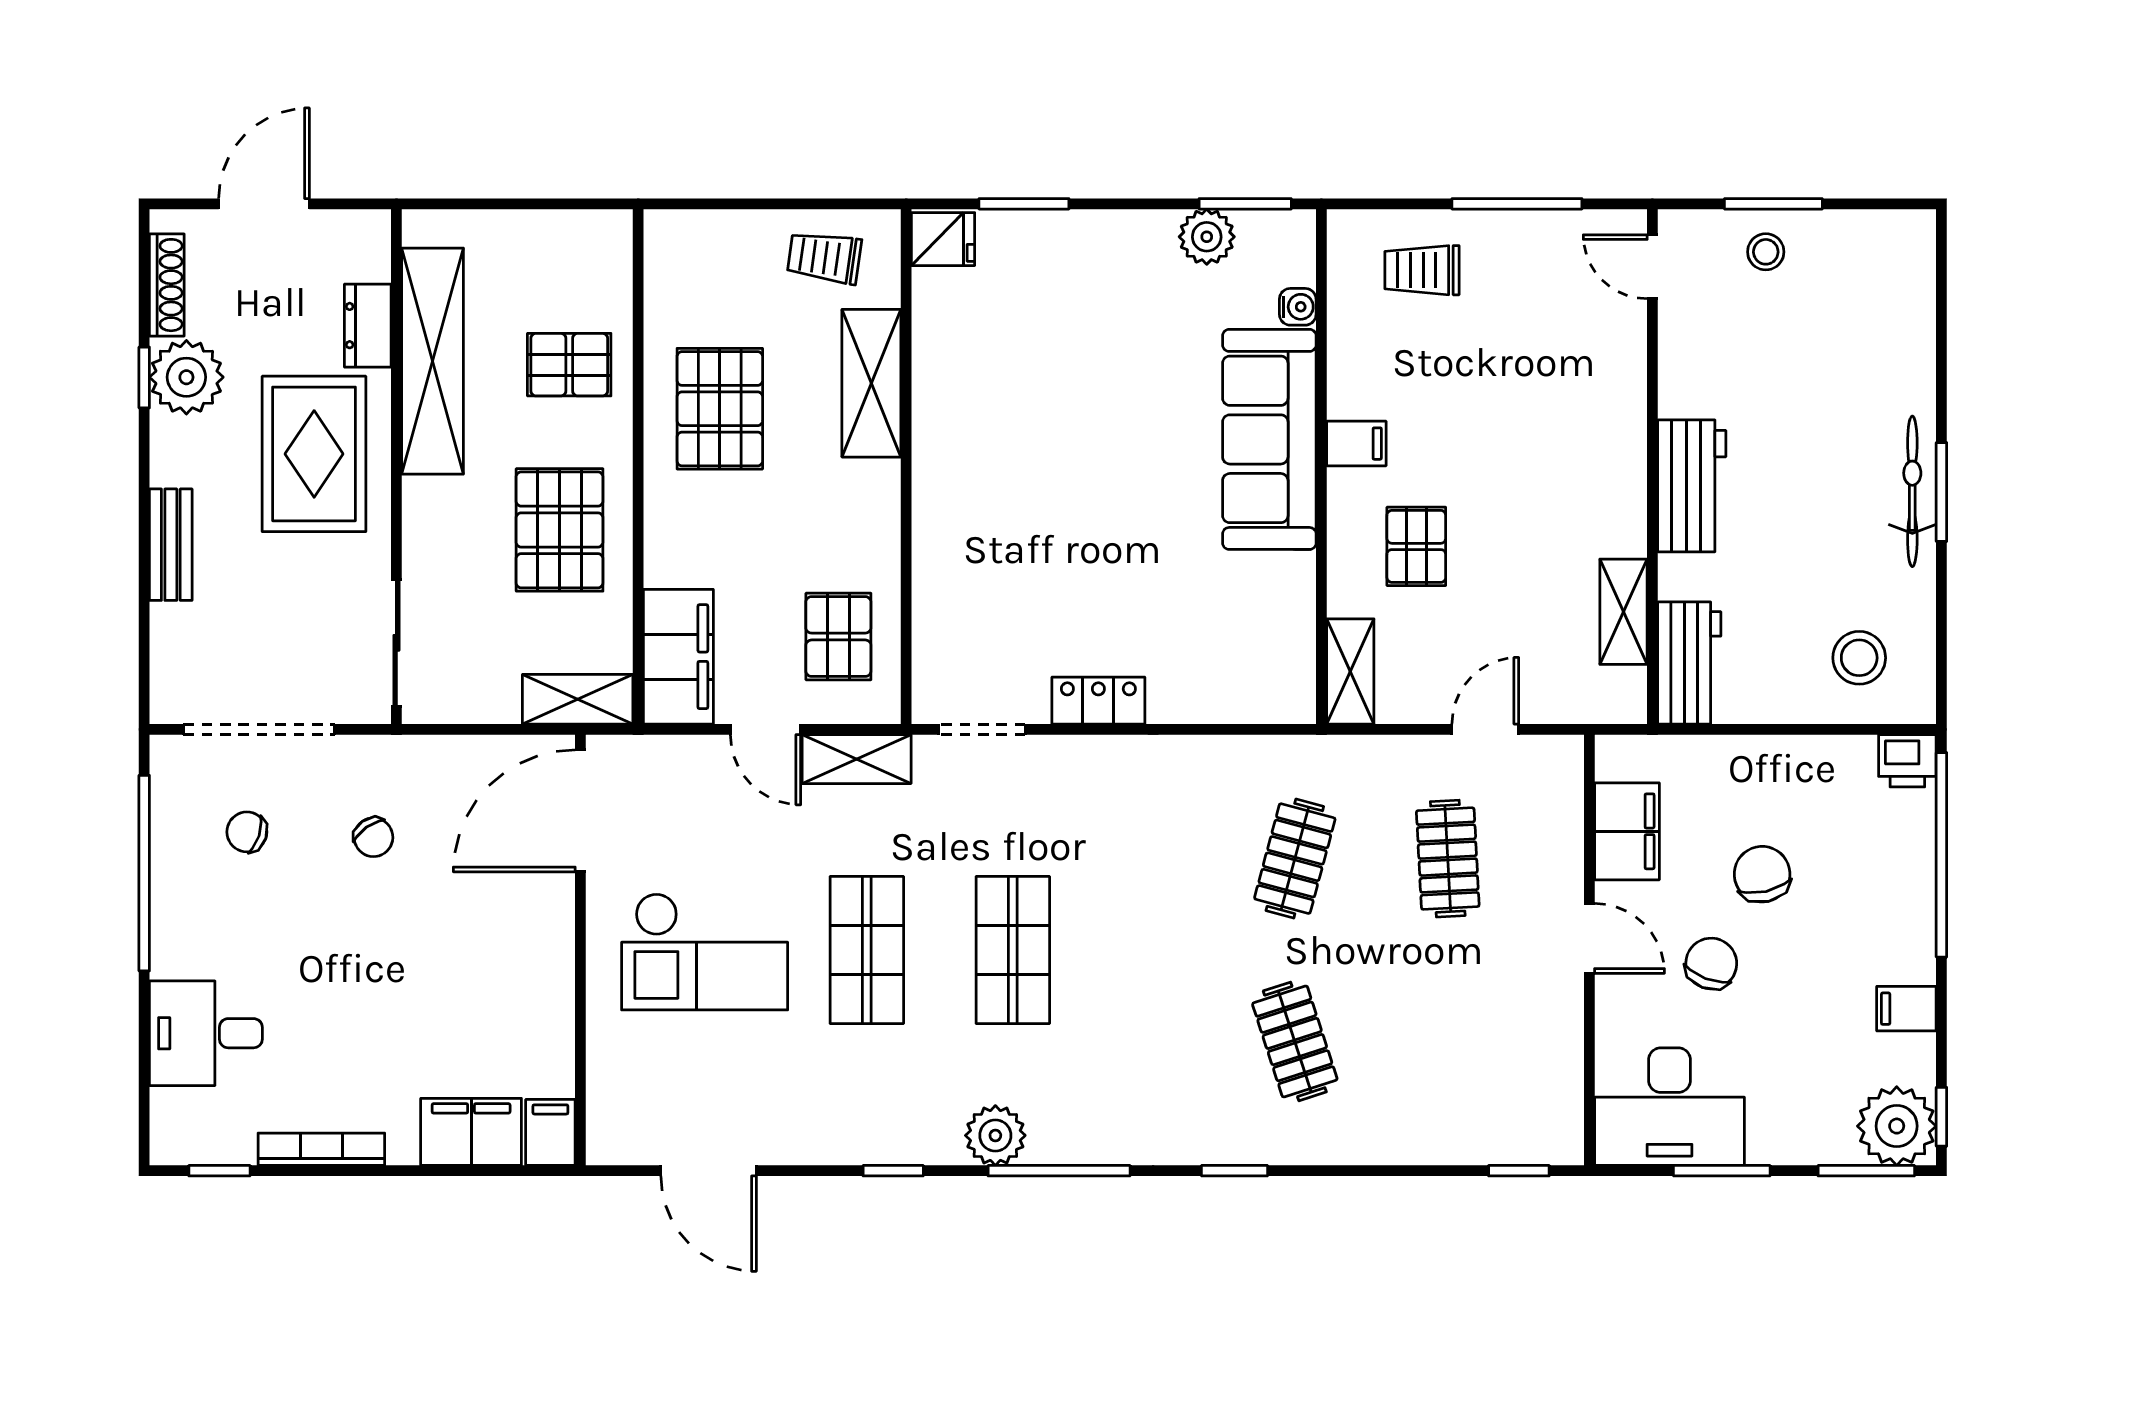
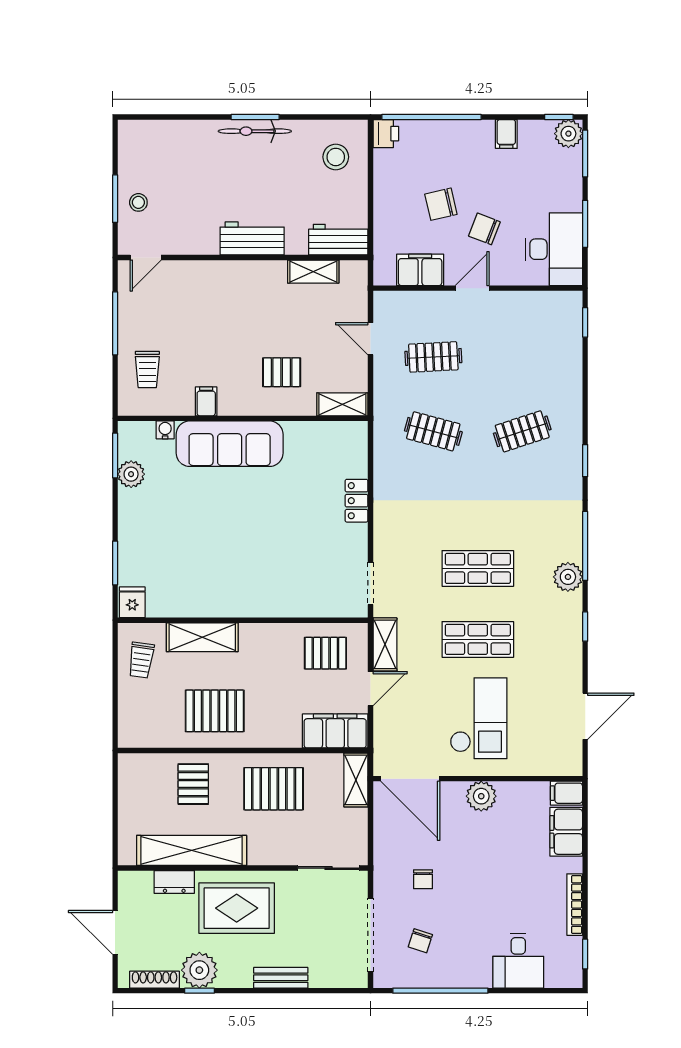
filing cabinet: (1356, 444) -> (206, 401), moved
locker: (1098, 701) -> (357, 501), moved
chair: (373, 837) -> (423, 879), turned 125
plant: (544, 957) -> (481, 796), added
plant: (1897, 1126) -> (568, 134), width x0.73, depth x0.73

